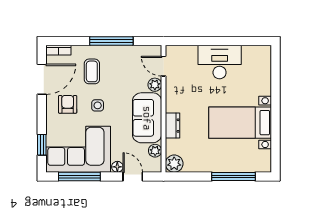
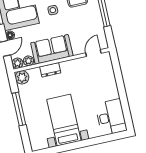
desk: (220, 62) -> (111, 117), moved
plant: (155, 85) -> (18, 63), moved
window: (234, 176) -> (19, 109), moved

